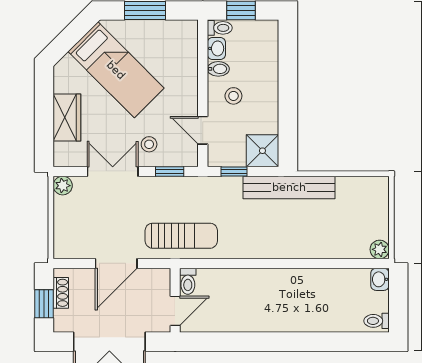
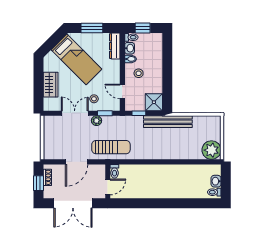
dresser: (188, 45) -> (115, 46), added
plant: (63, 186) -> (96, 121), moved
plant: (380, 249) -> (211, 150), width x1.88, depth x1.88
washbasin: (380, 279) -> (216, 181), moved

